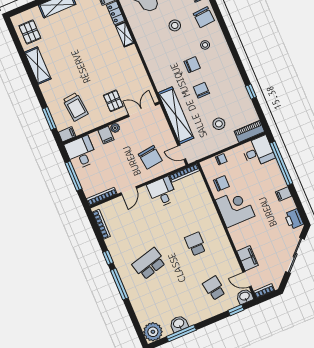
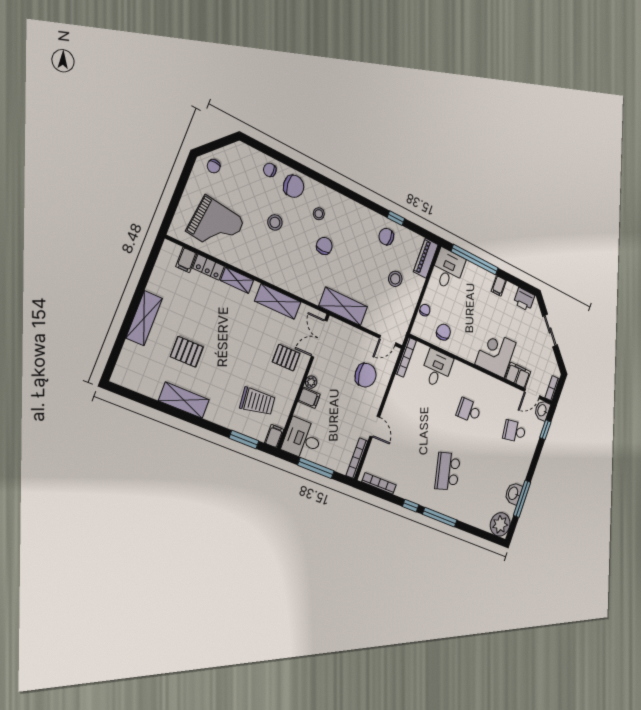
pallet: (30, 32) -> (187, 352), moved
shelving: (137, 67) -> (278, 302), added
chair: (201, 90) -> (386, 237), moved
shelving: (176, 115) -> (343, 306), width x0.68
desk: (162, 192) -> (437, 369), moved, turned 90
corner desk: (235, 208) -> (496, 353), moved
sliding door: (295, 255) -> (550, 331), width x0.73

